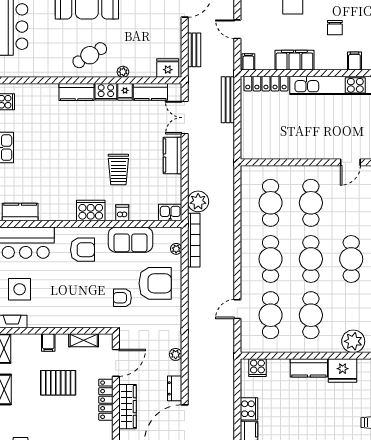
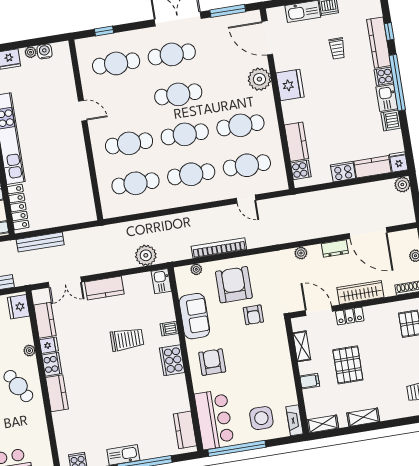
bookcase: (194, 240) -> (219, 248), moved
kitchen counter: (309, 368) -> (297, 142), moved
locker: (106, 400) -> (350, 316), width x0.66

